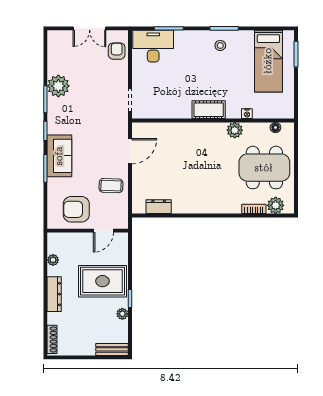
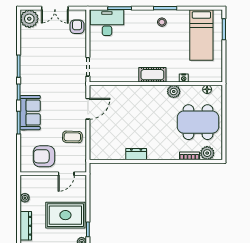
plant: (58, 86) -> (29, 19), moved
dresser: (159, 207) -> (136, 154), moved

